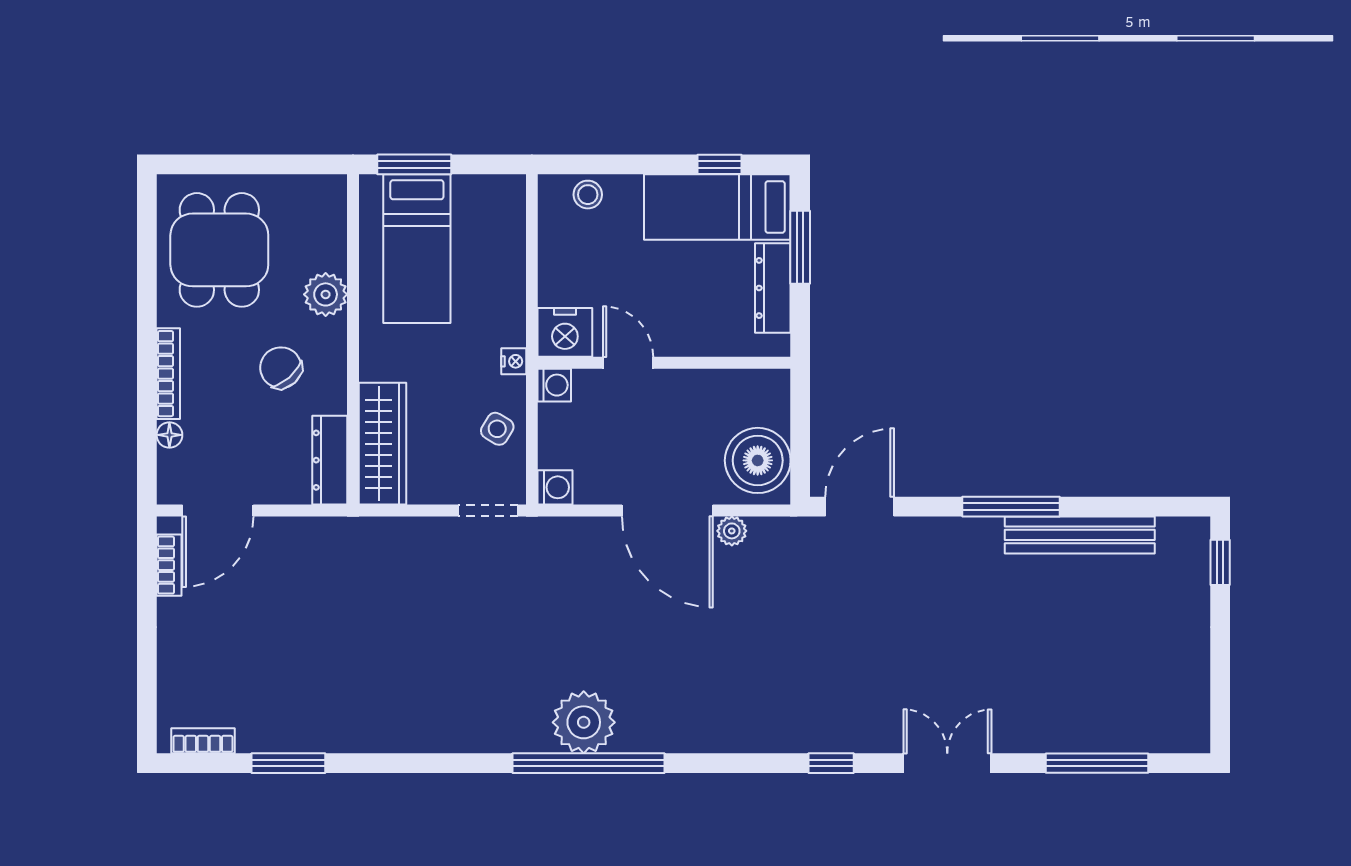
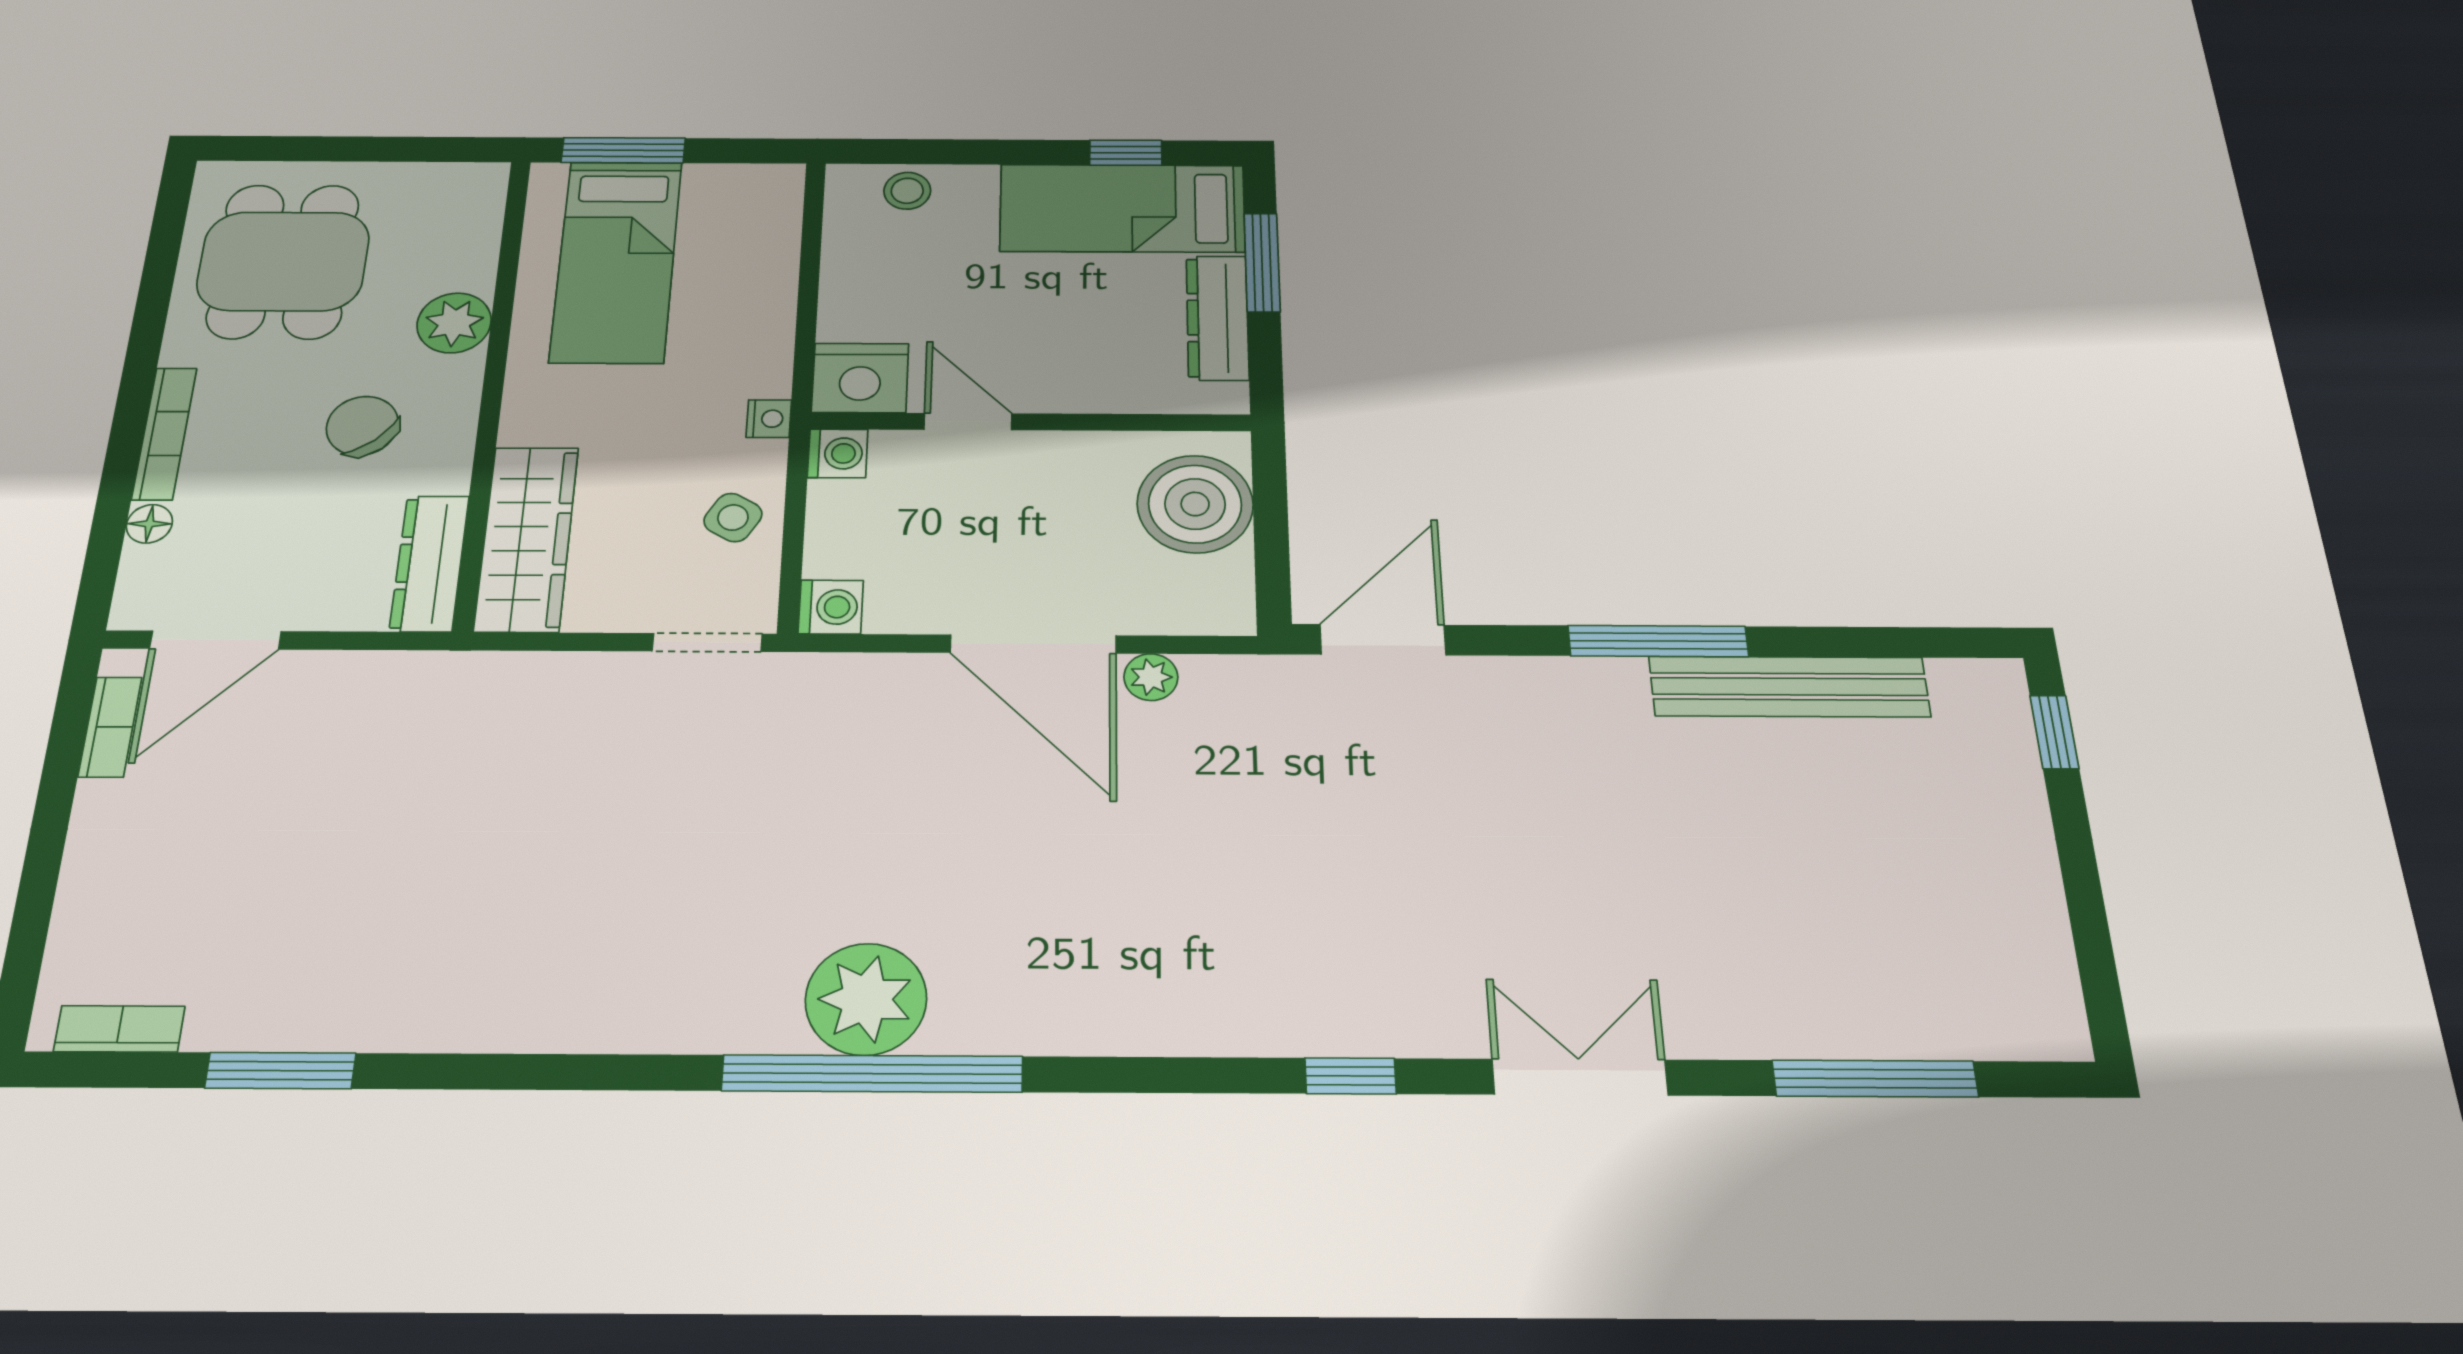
boiler: (758, 460) -> (1195, 504), moved

